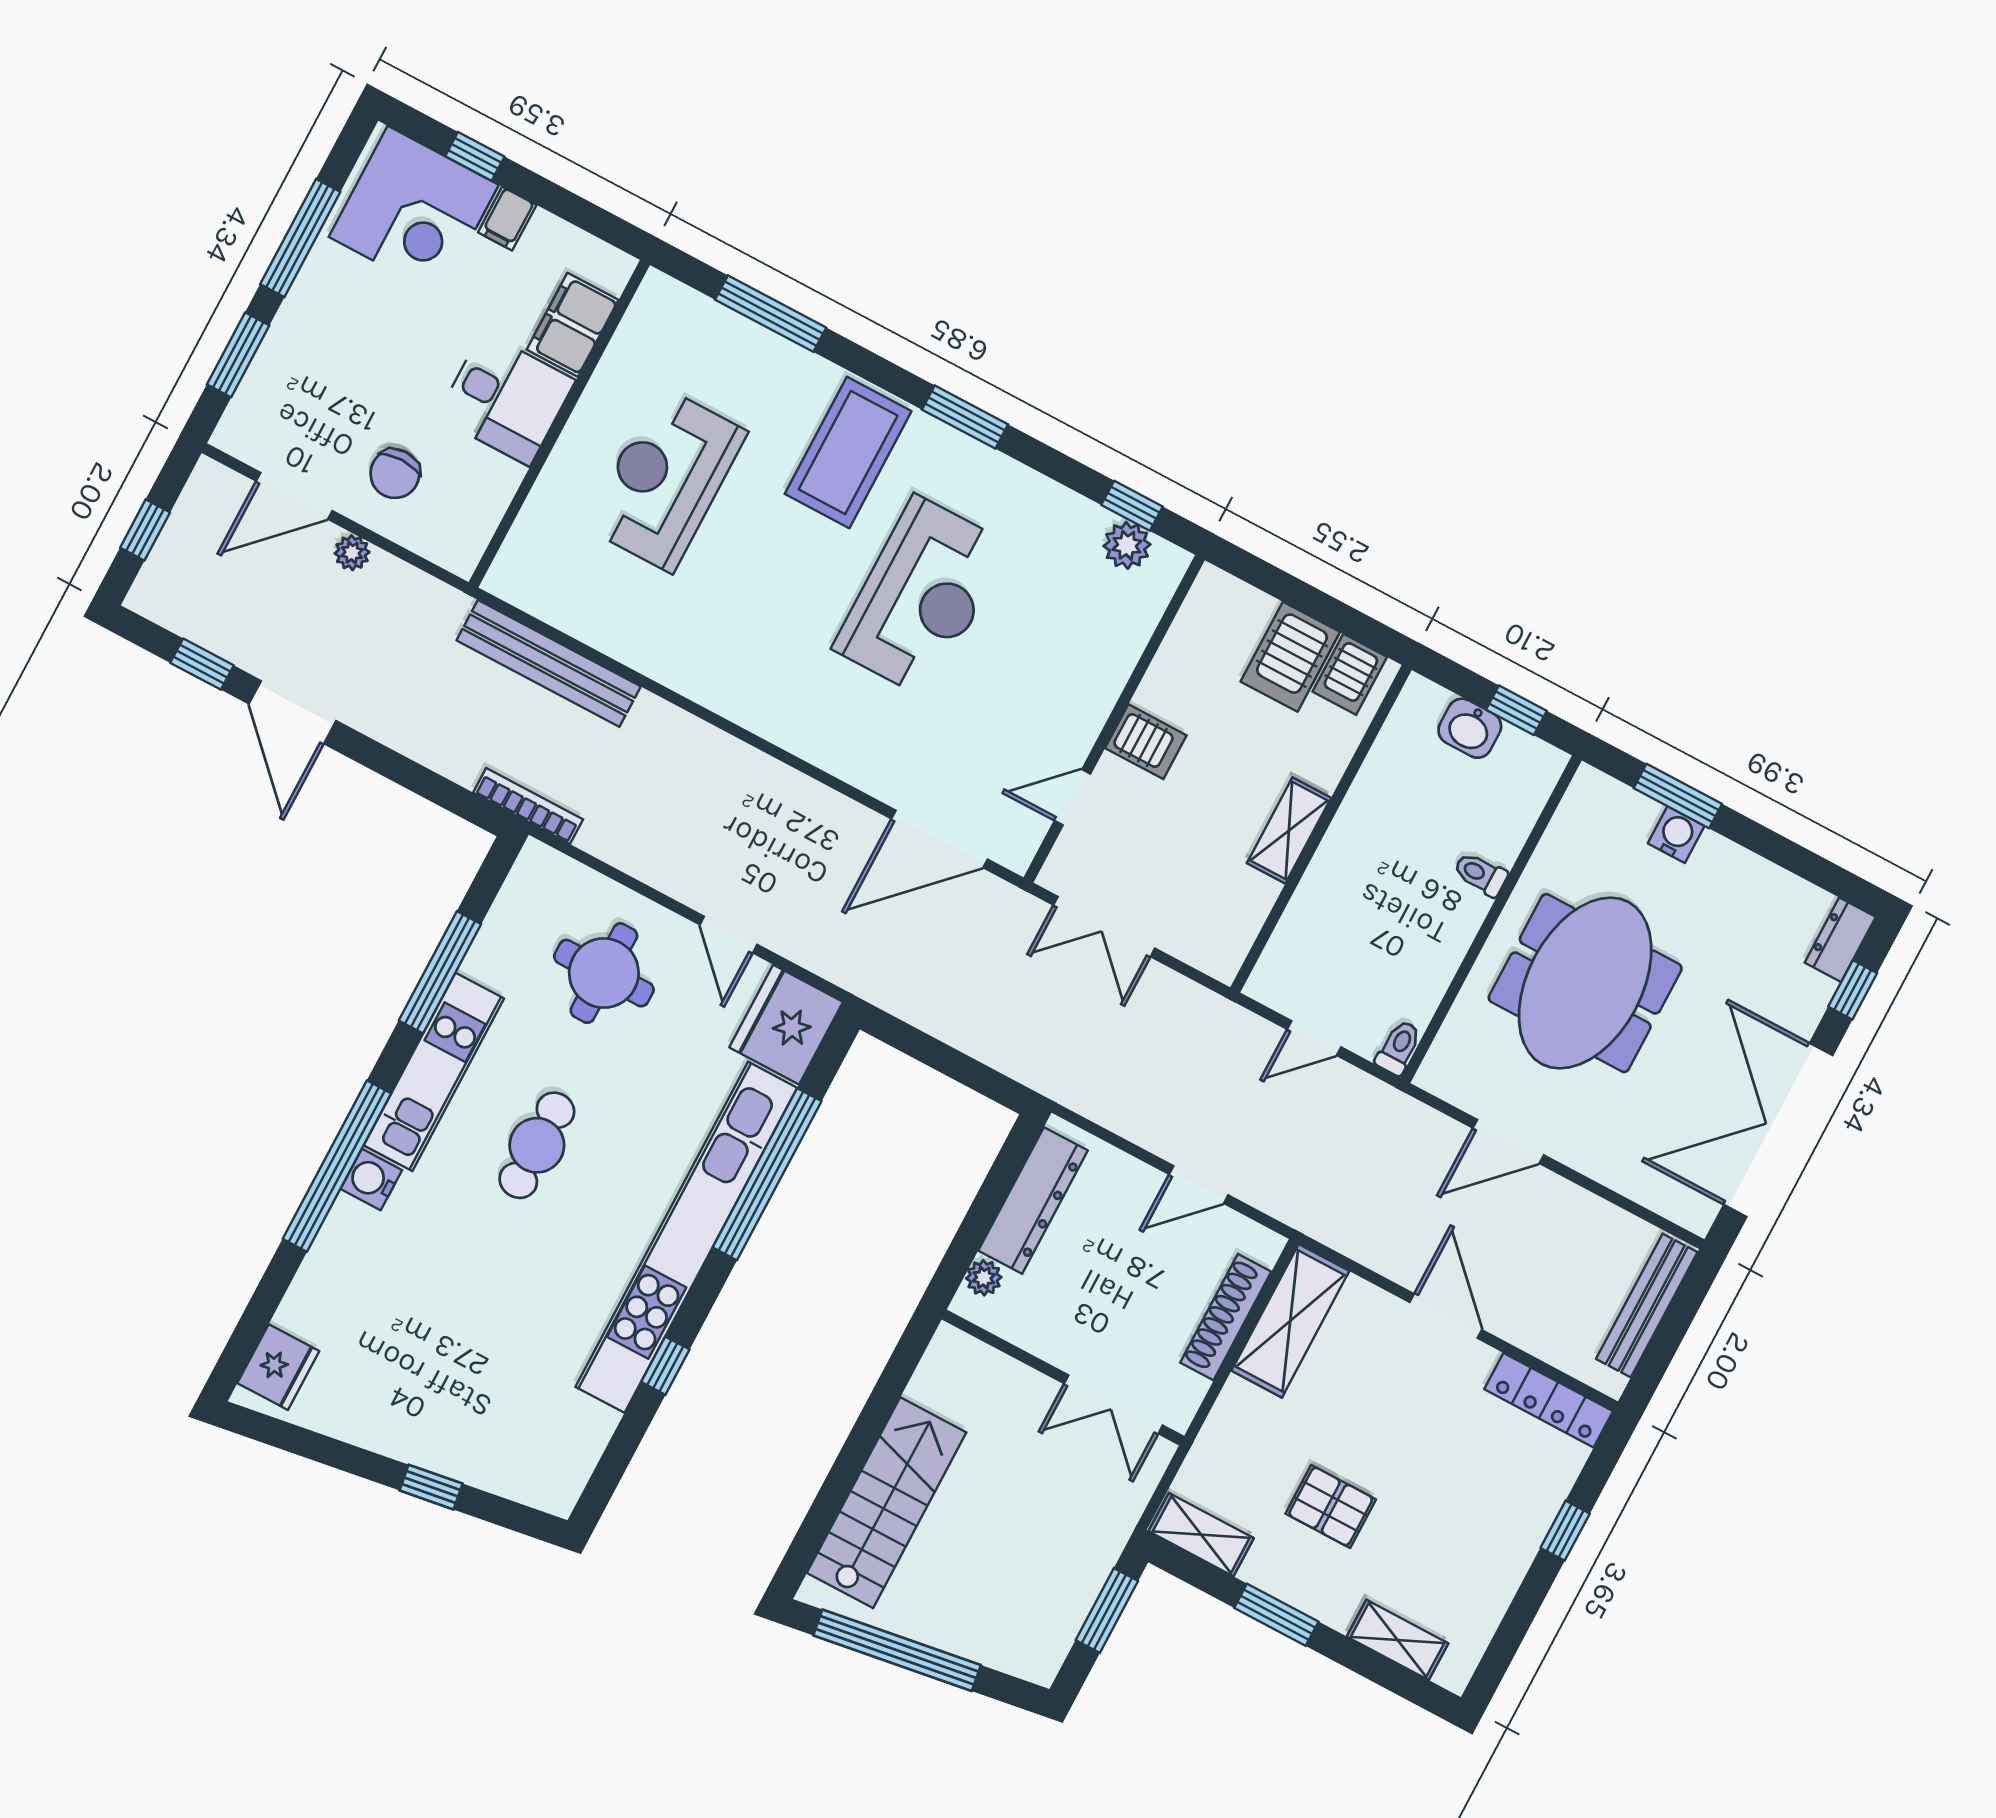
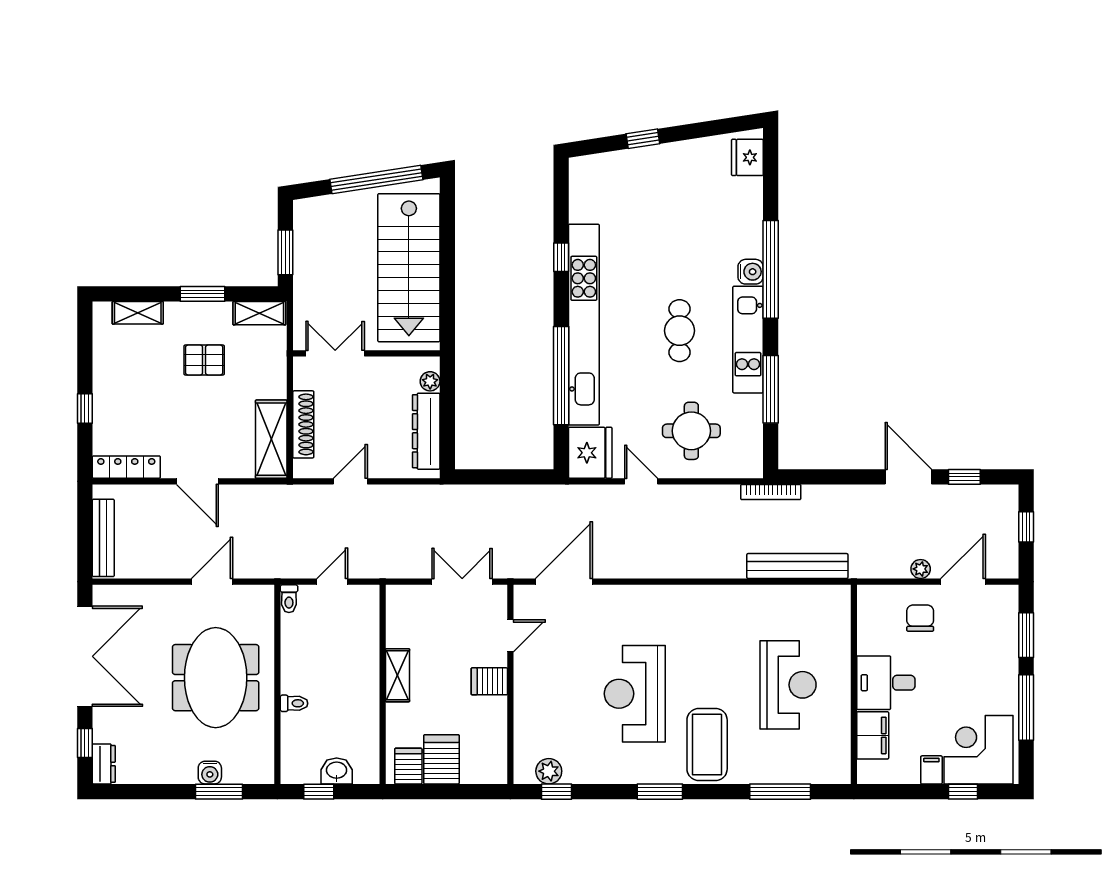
stairs: (887, 1503) -> (409, 268), width x1.36, depth x1.51

